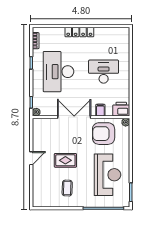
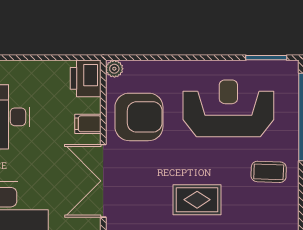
armchair: (104, 134) -> (139, 117), turned -90
rug: (65, 160) -> (197, 200), turned 90
coffee table: (67, 188) -> (269, 172), moved

